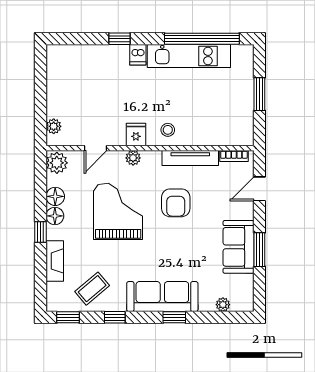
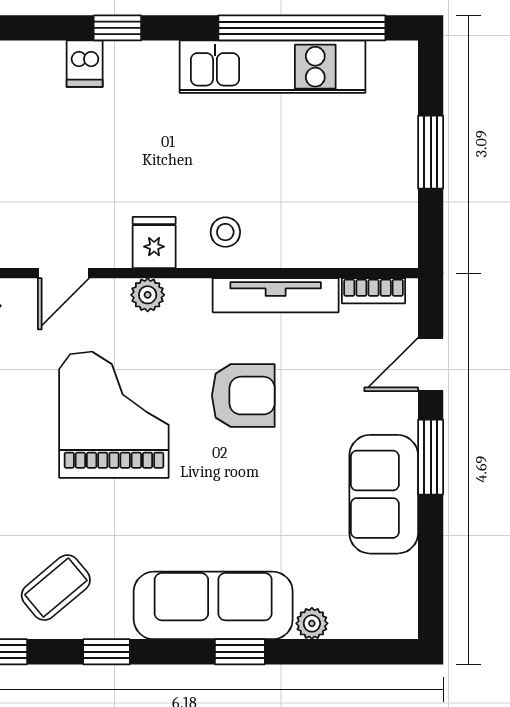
dishwasher: (138, 55) -> (85, 64), moved
armchair: (176, 203) -> (243, 396), turned -90
window: (259, 250) -> (431, 457), moved
plant: (223, 305) -> (312, 623), moved

